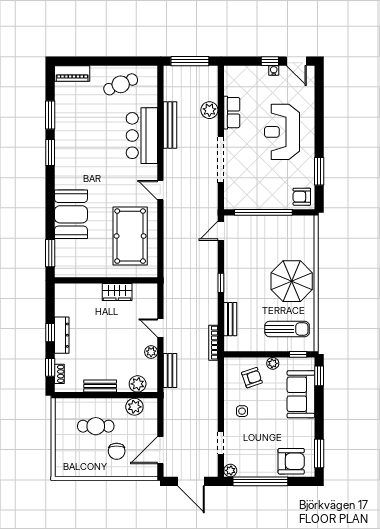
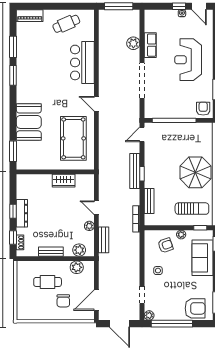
bench: (170, 125) -> (135, 171), moved
armchair: (302, 197) -> (203, 109), turned 90

